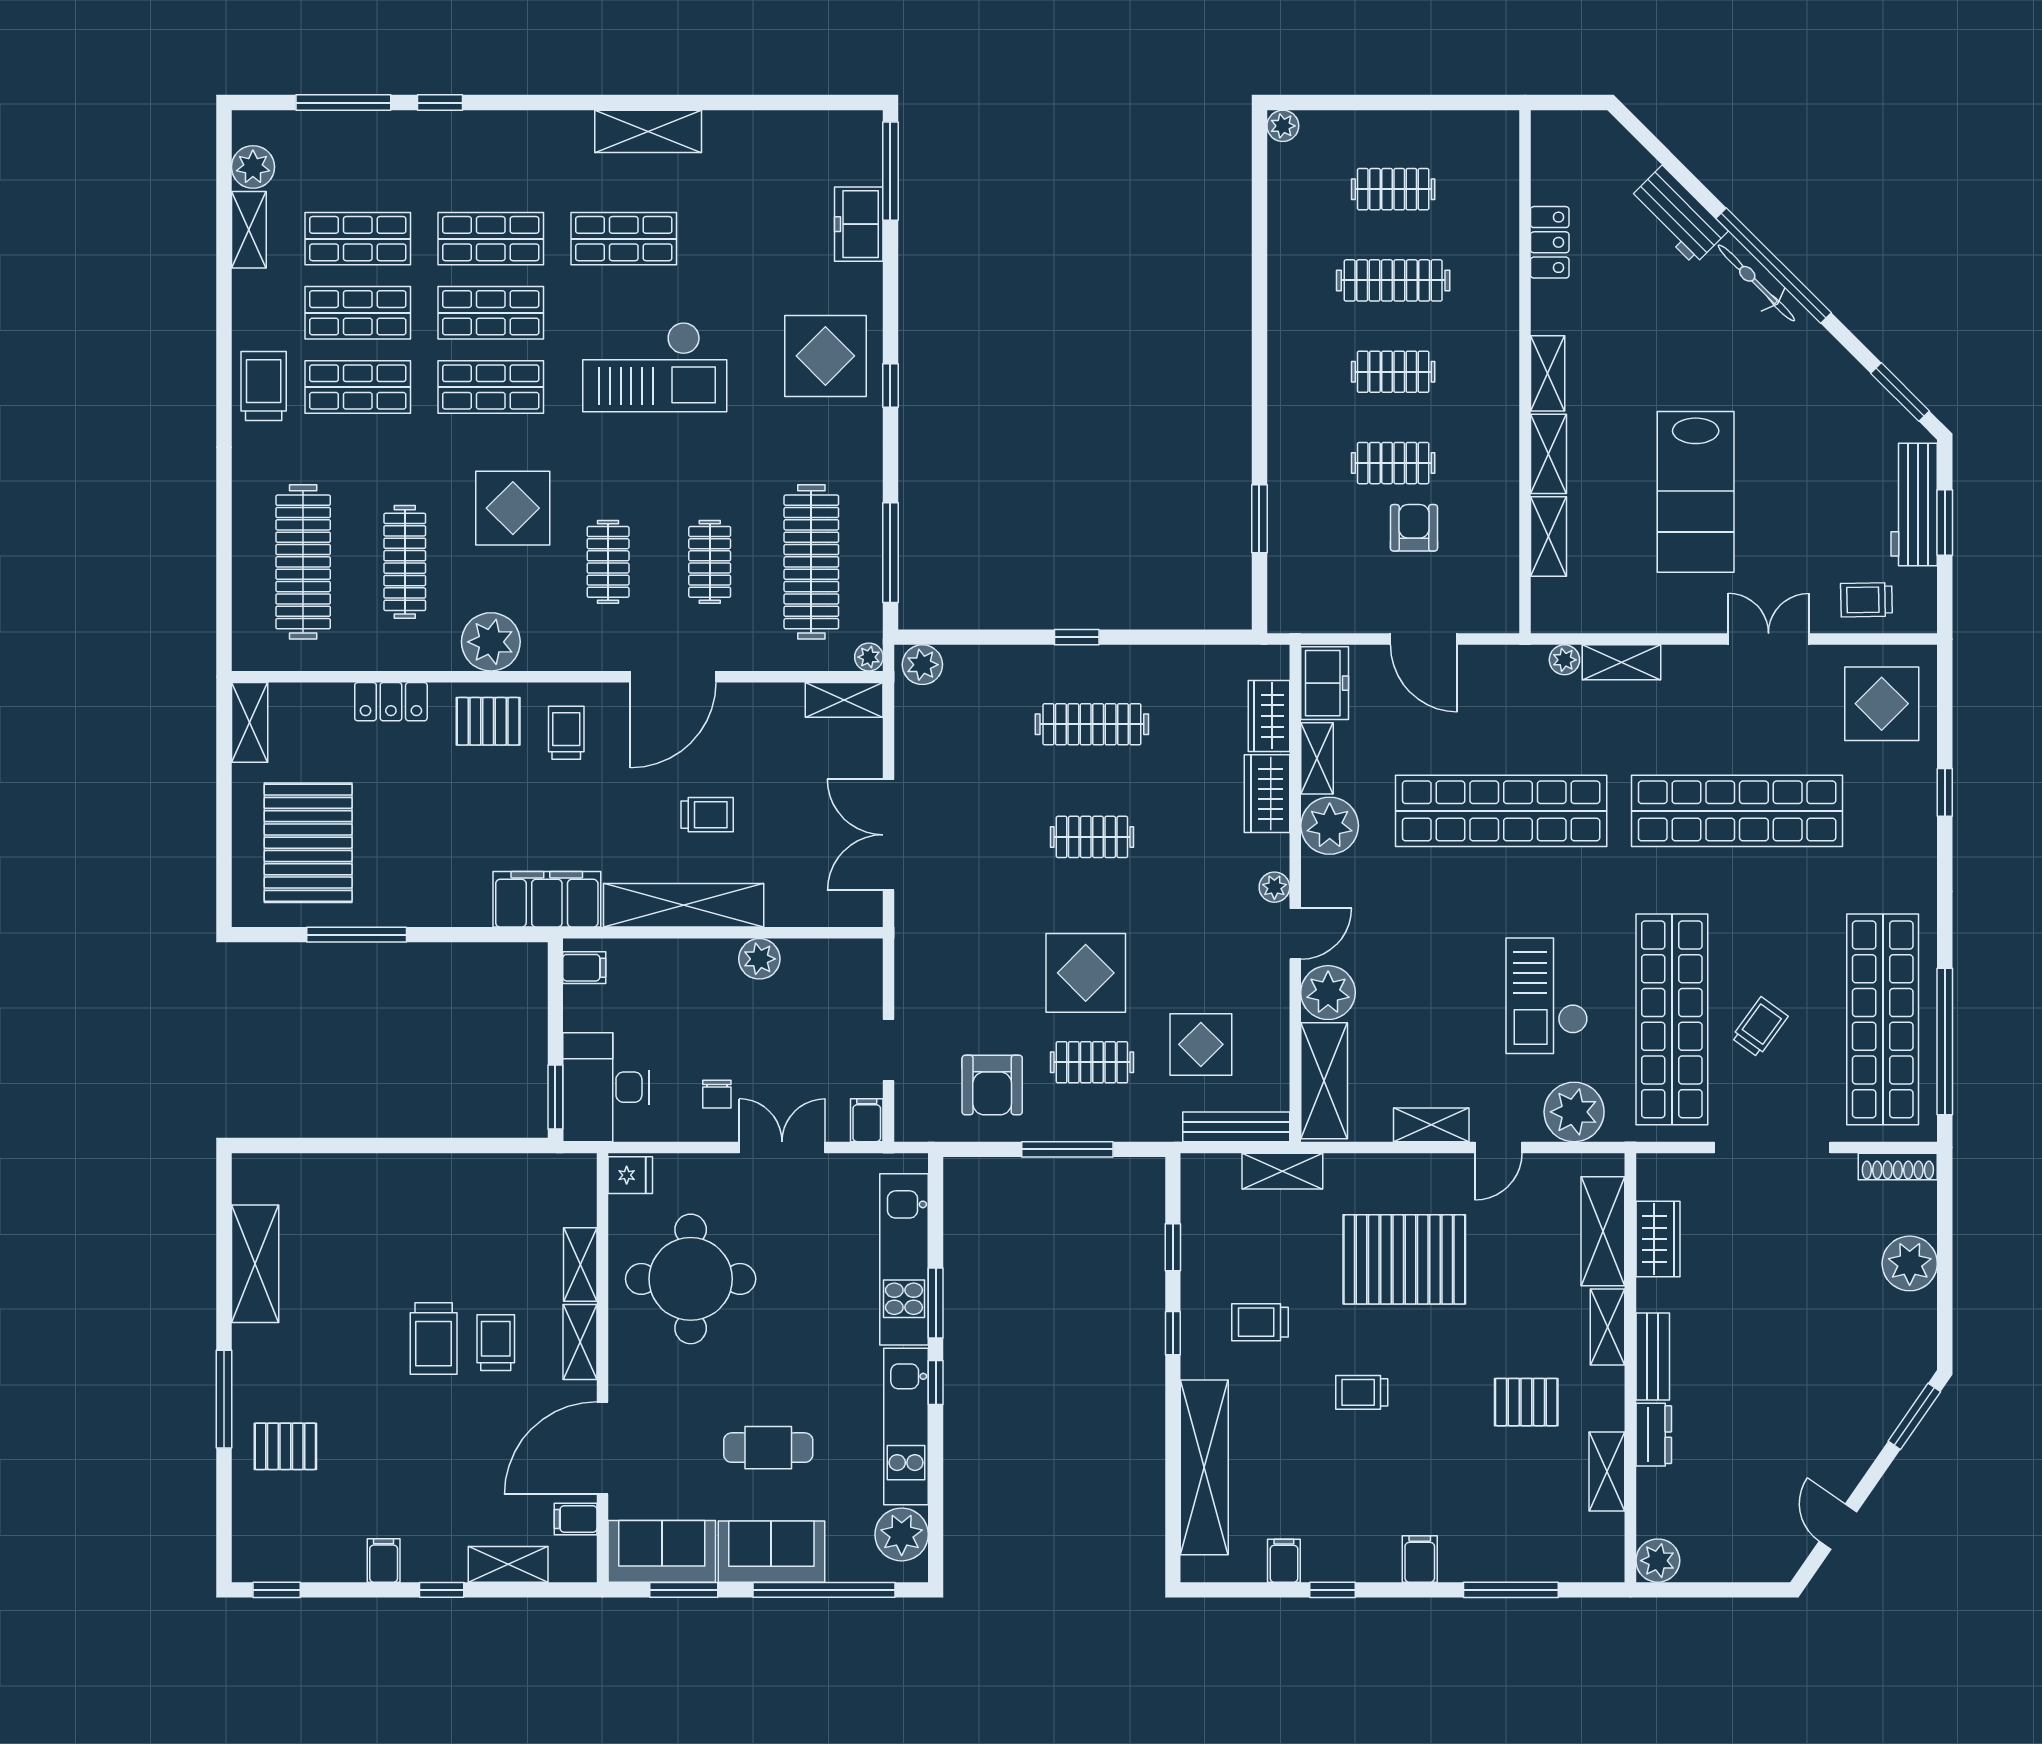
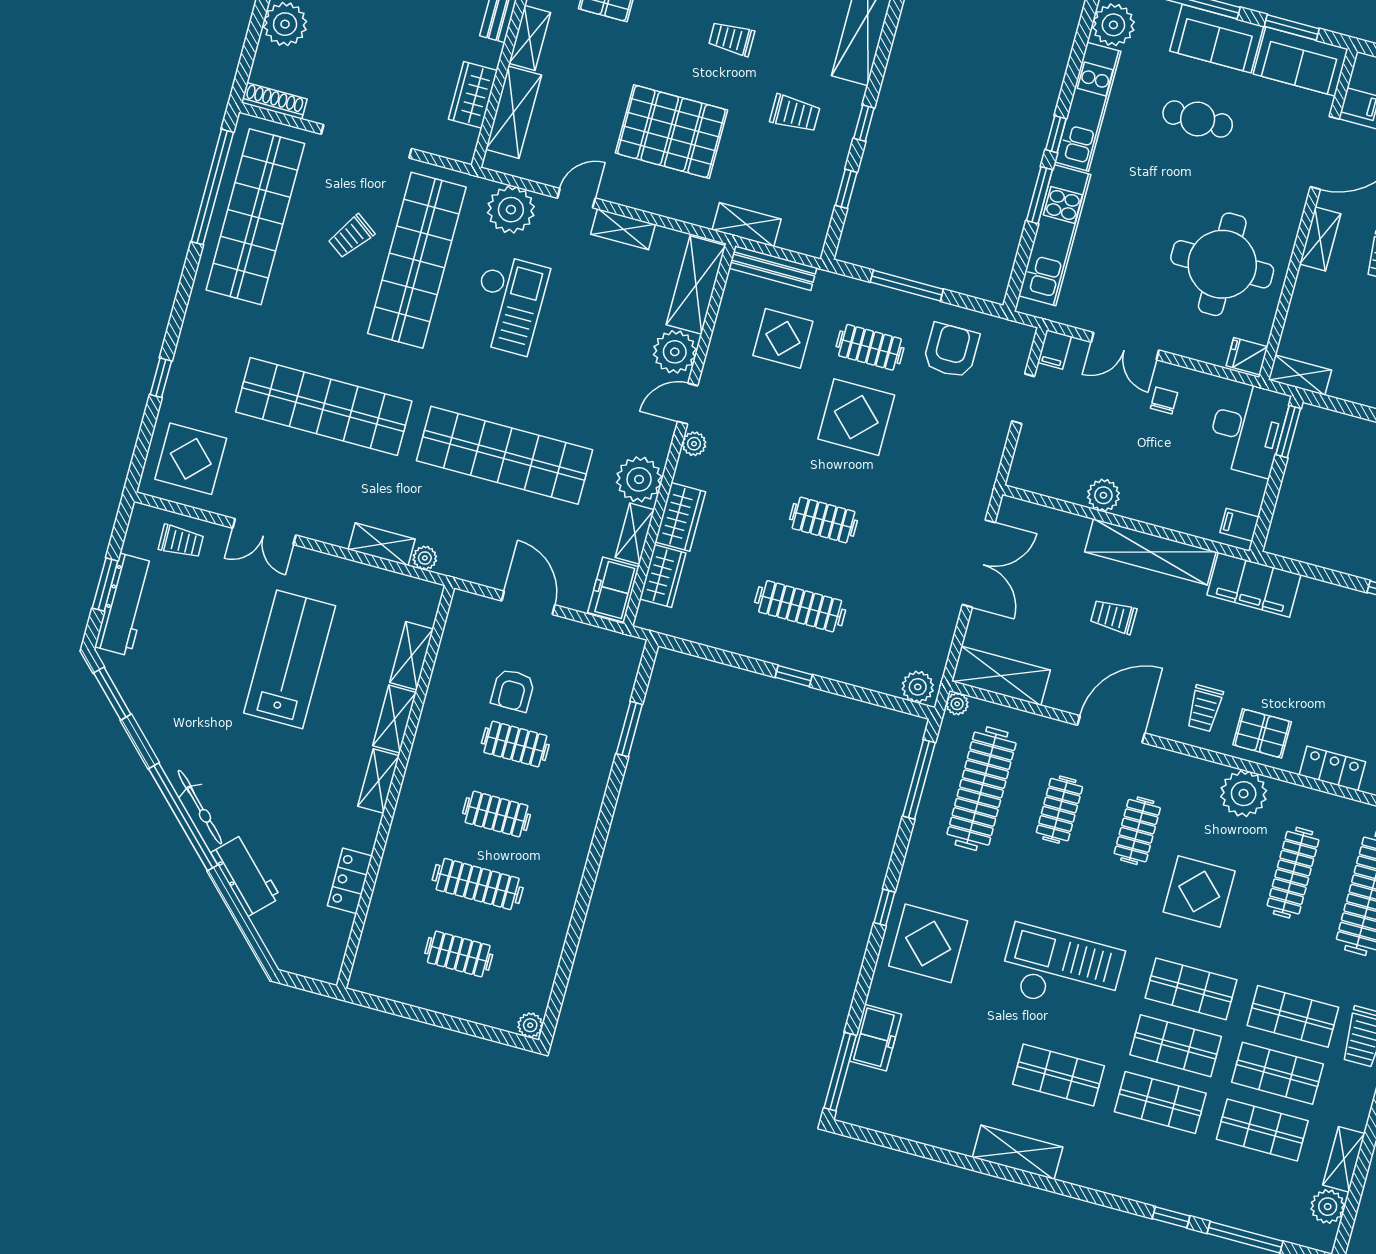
shelving: (844, 700) -> (1001, 676), width x1.50, depth x1.33
shelving: (580, 1265) -> (1300, 375), moved, turned 90
trolley: (1362, 1392) -> (732, 39), turned 180

